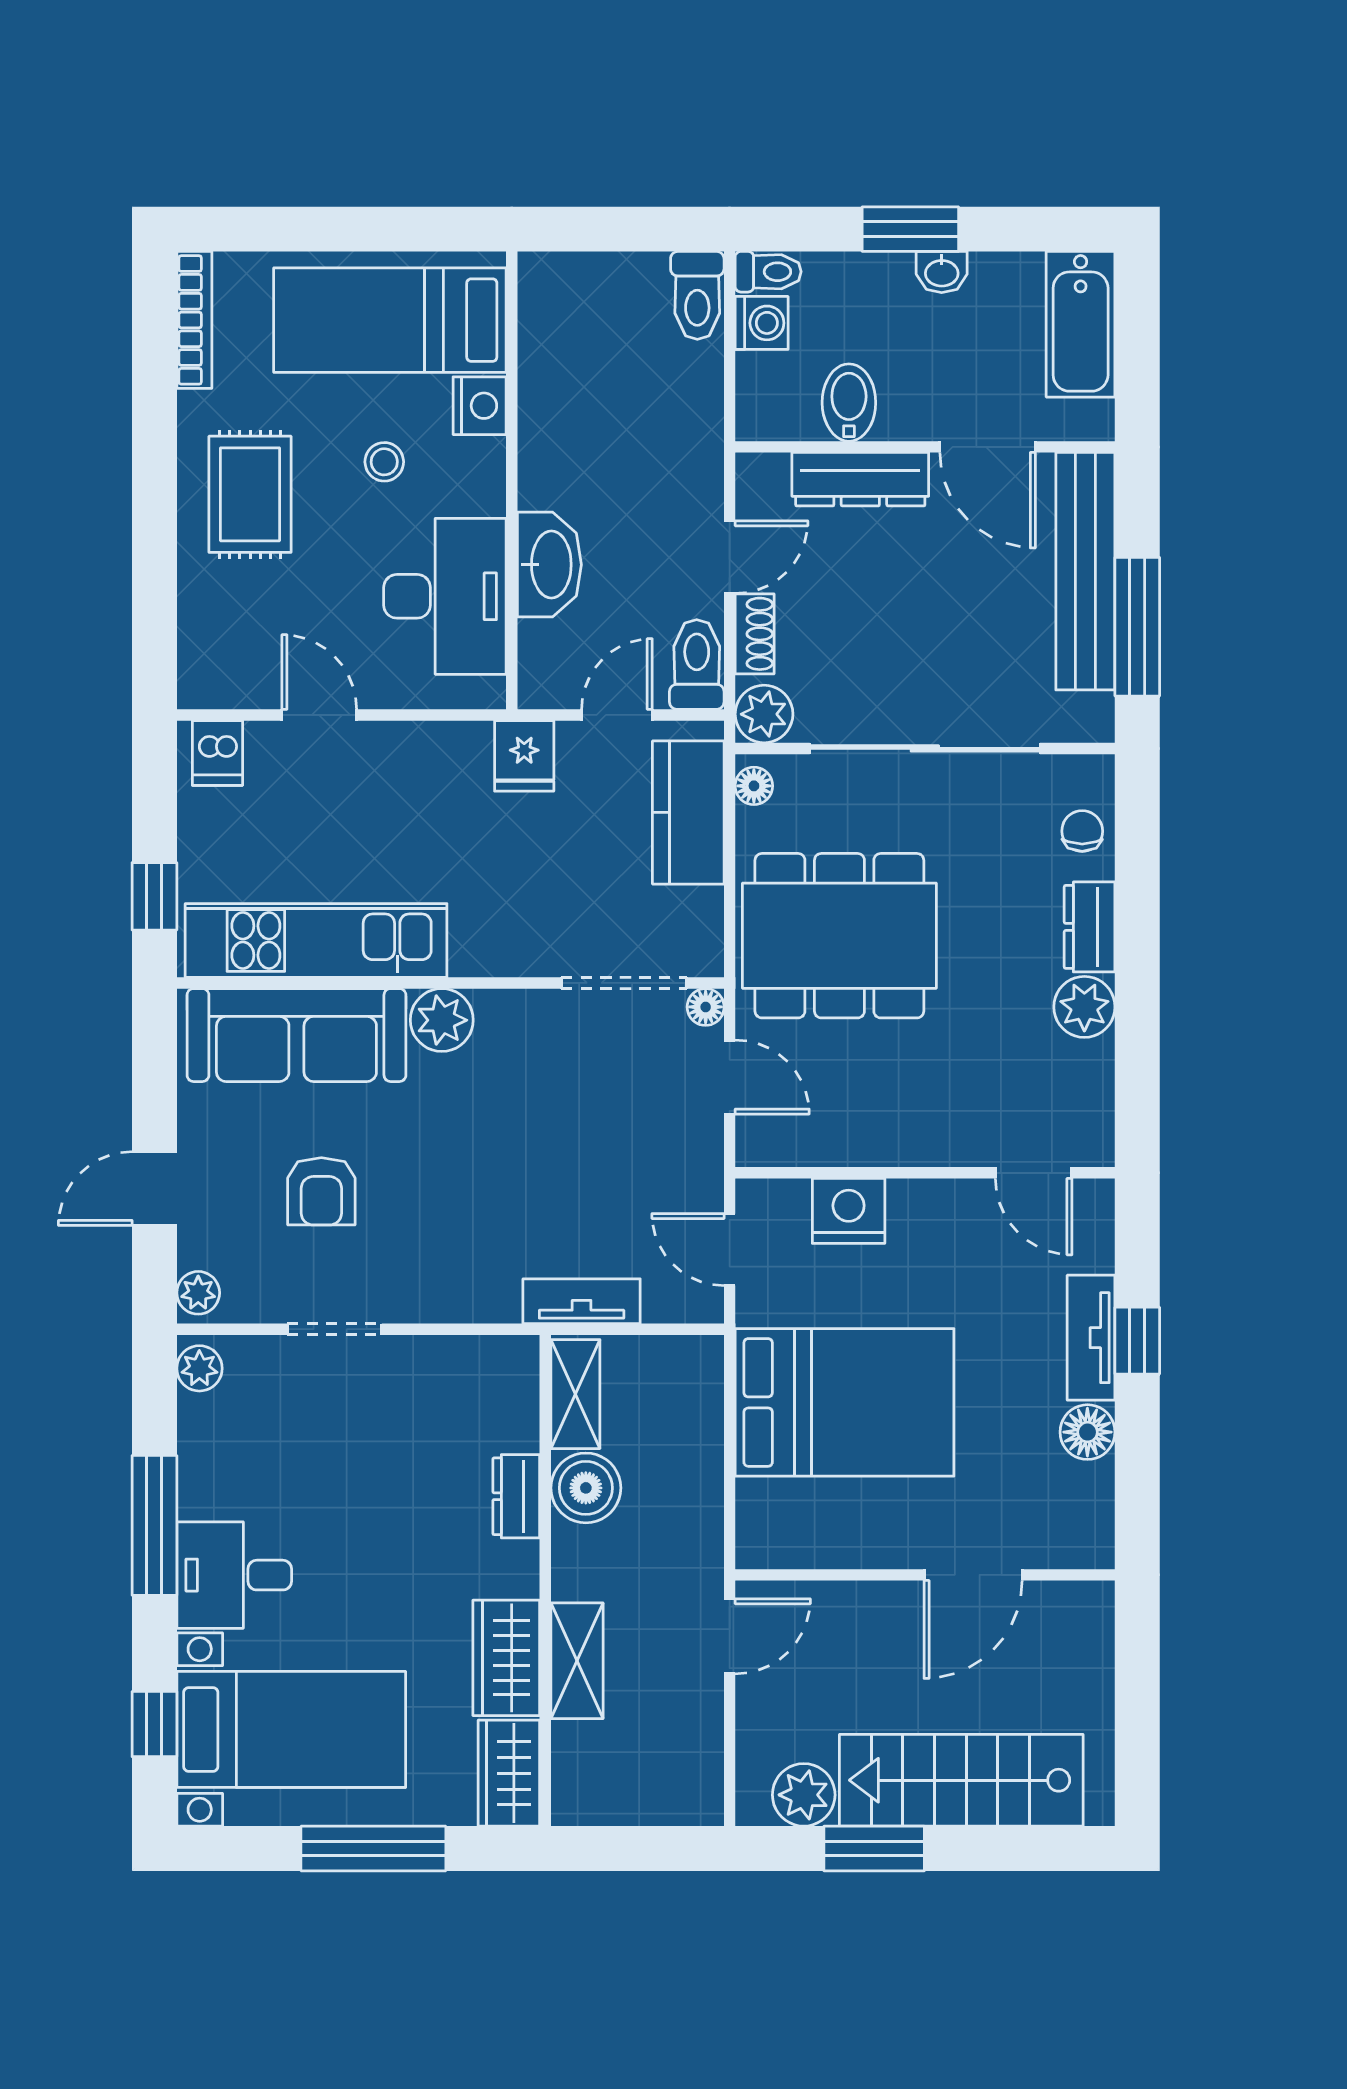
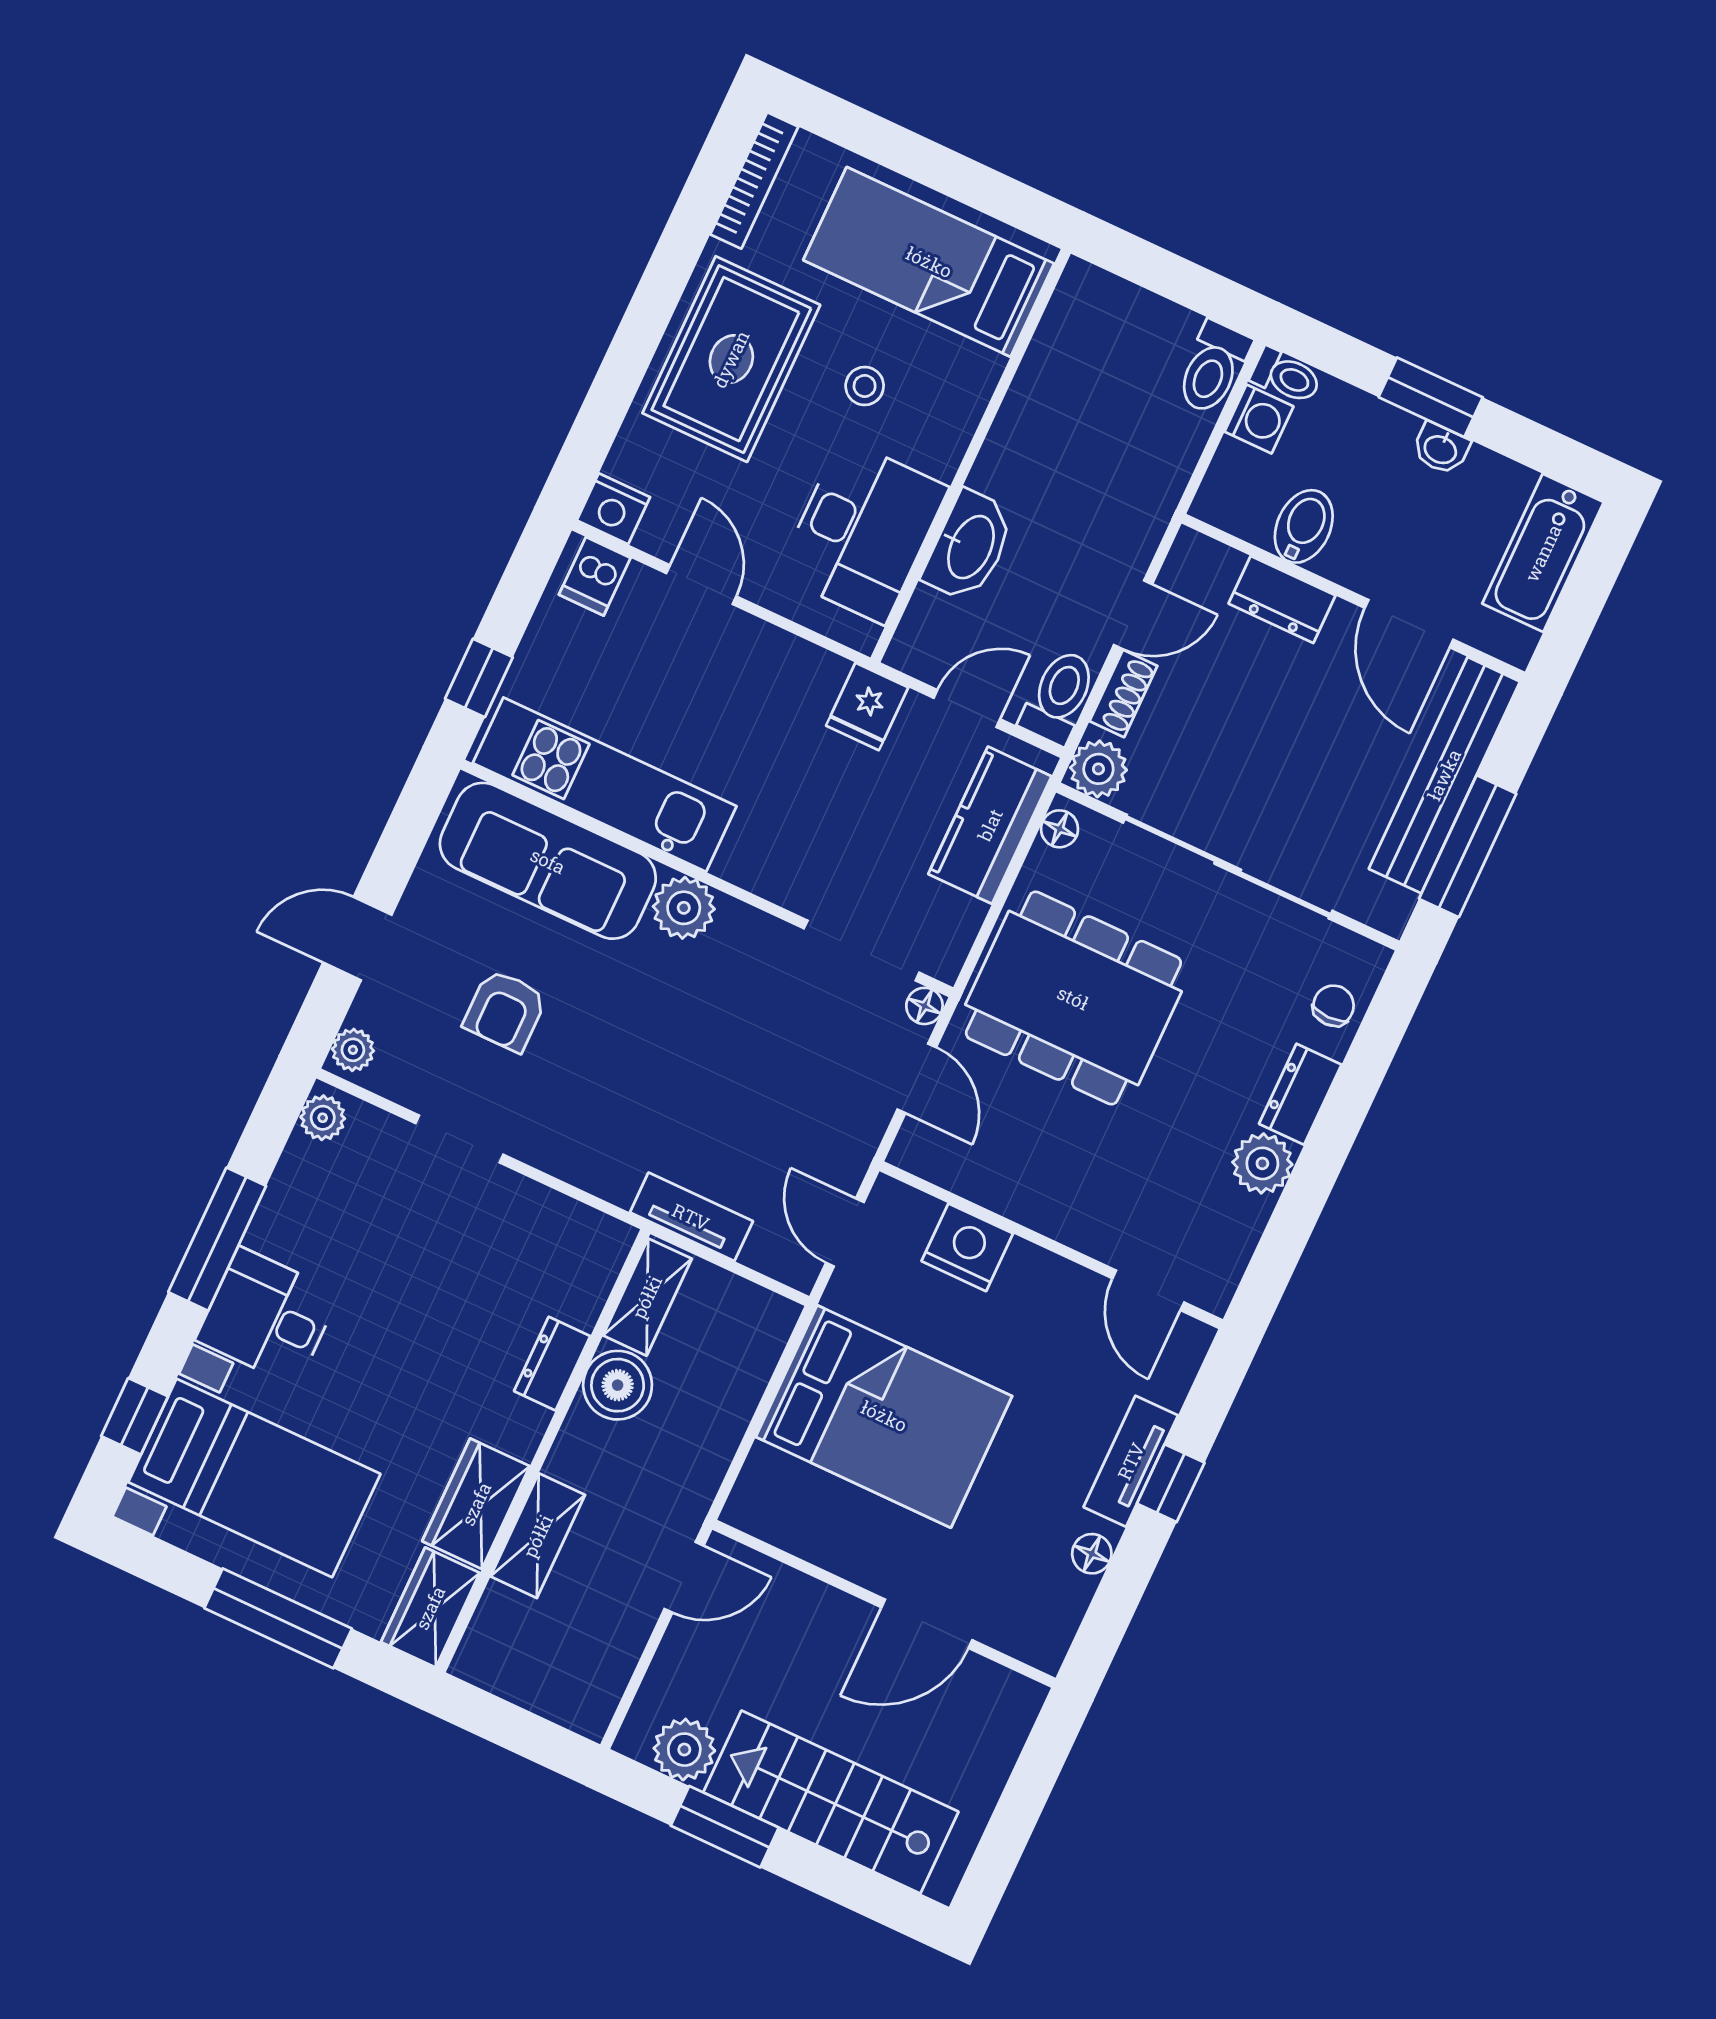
nightstand: (480, 406) -> (613, 509), moved, turned 90
dresser: (860, 479) -> (1282, 600), width x0.70
rug: (250, 494) -> (731, 359), width x1.36, depth x1.43
floor lamp: (1087, 1432) -> (1092, 1554), width x0.73, depth x0.73

